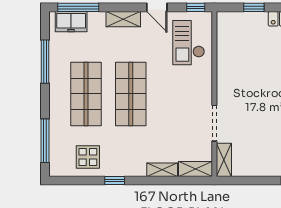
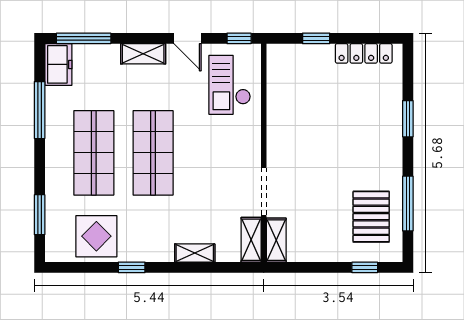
freezer: (71, 22) -> (58, 64), moved, turned -90
window: (45, 141) -> (40, 215), width x0.69
display table: (88, 157) -> (96, 236), width x1.36, depth x1.36
shelving: (196, 169) -> (251, 240), moved, turned 90

